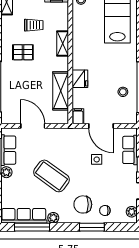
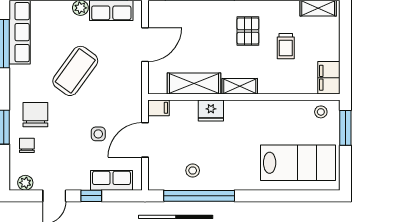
shelving: (63, 43) -> (240, 86), moved
plant: (53, 218) -> (17, 73), removed

